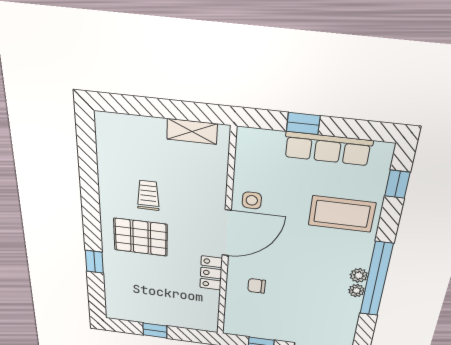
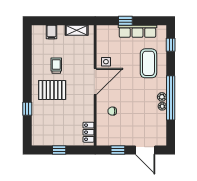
filing cabinet: (137, 129) -> (52, 32), added
coffee table: (342, 214) -> (148, 63), turned 90
locker: (211, 273) -> (89, 132), moved

